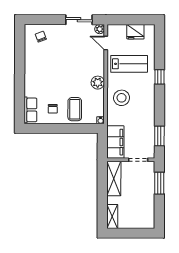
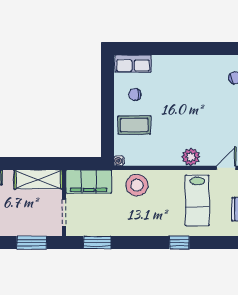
plant: (98, 83) -> (191, 157), moved
stool: (122, 98) -> (137, 185), moved

